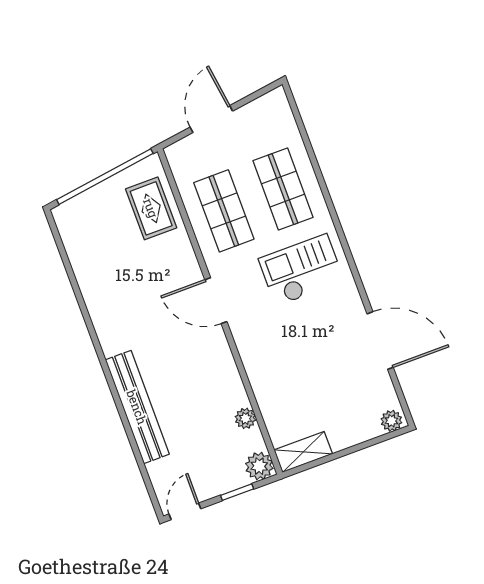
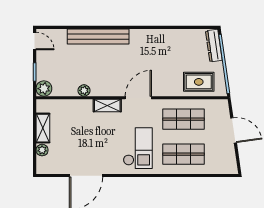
dresser: (80, 206) -> (214, 46), added
shelving: (248, 348) -> (107, 106), added
plant: (245, 418) -> (84, 90), moved
plant: (391, 421) -> (42, 150), moved
shelving: (303, 452) -> (43, 128), moved

